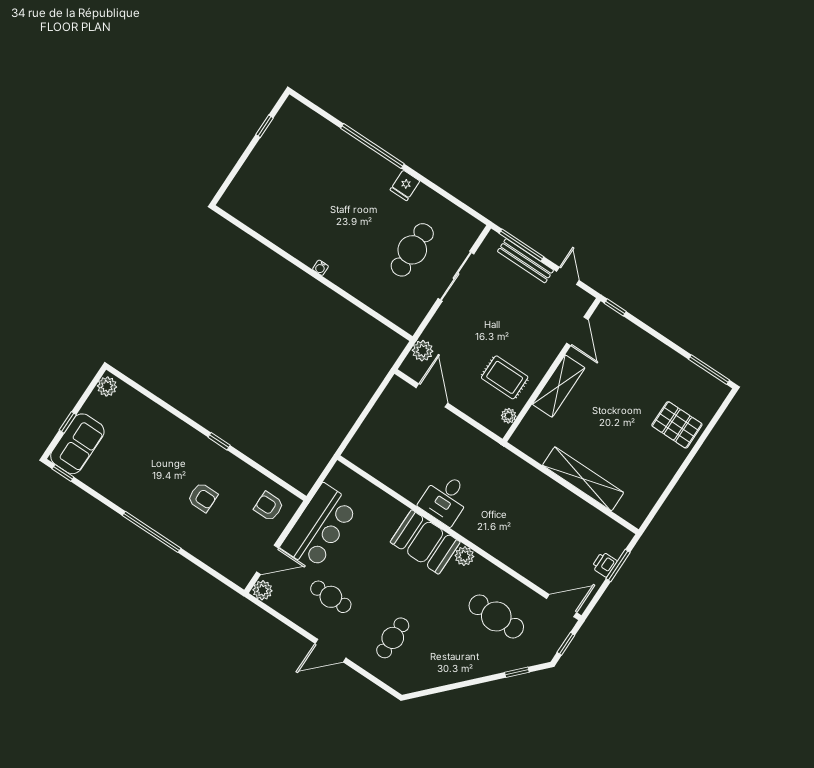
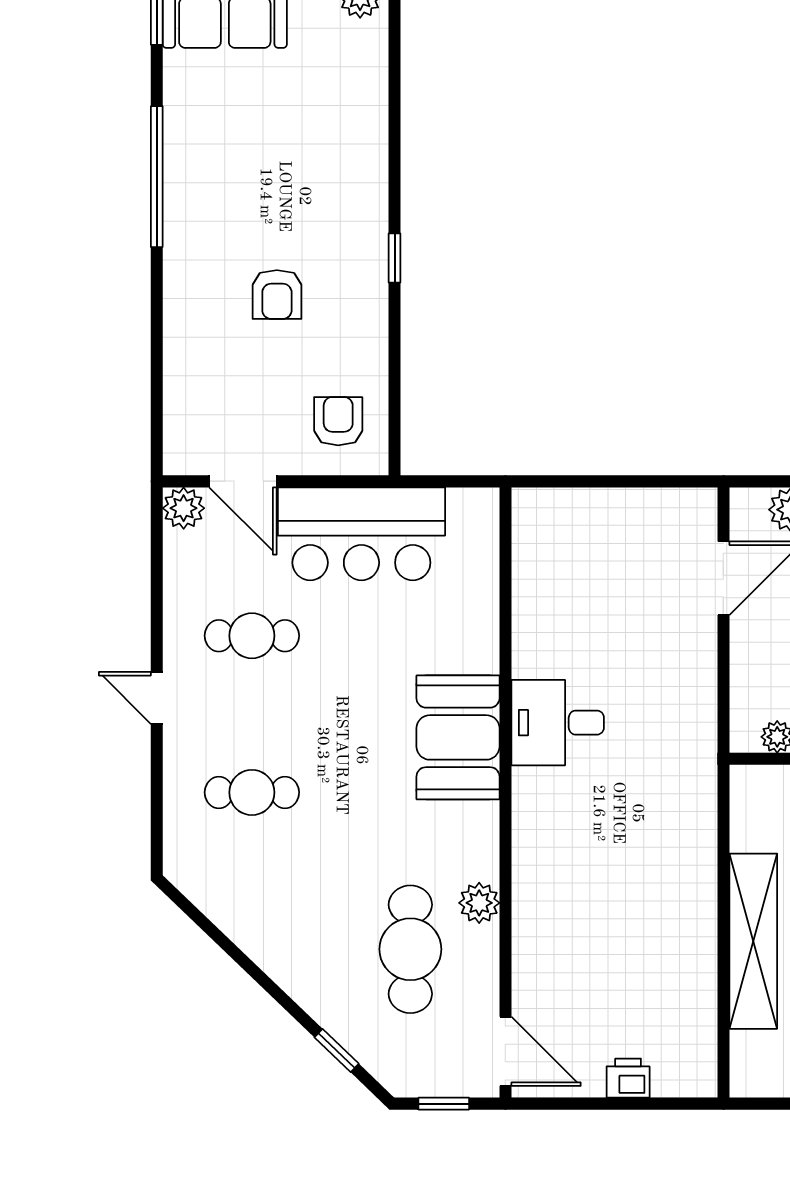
window: (152, 532) -> (157, 177), moved
plant: (464, 556) -> (479, 903), moved
window: (618, 565) -> (642, 1104), removed
cafe table: (331, 597) -> (252, 636), turned 90
door: (330, 651) -> (157, 698), width x0.73

